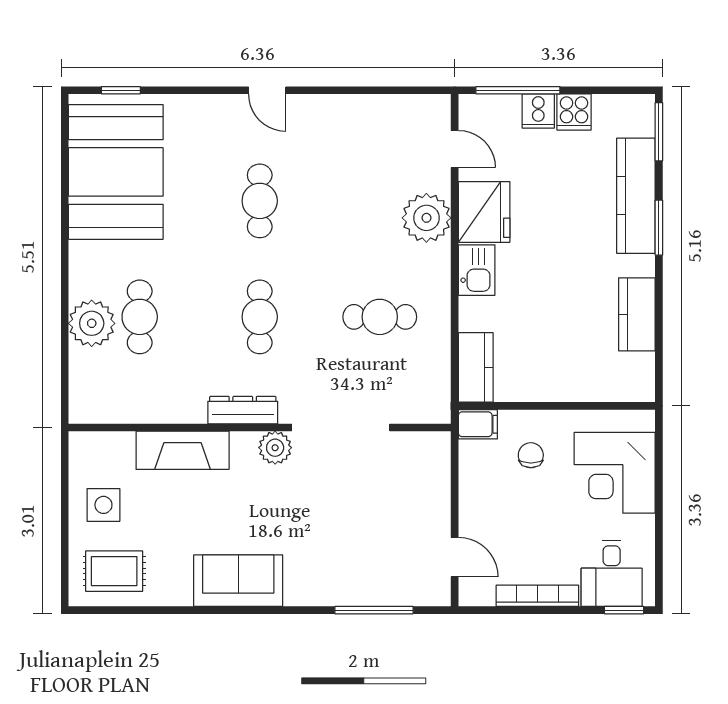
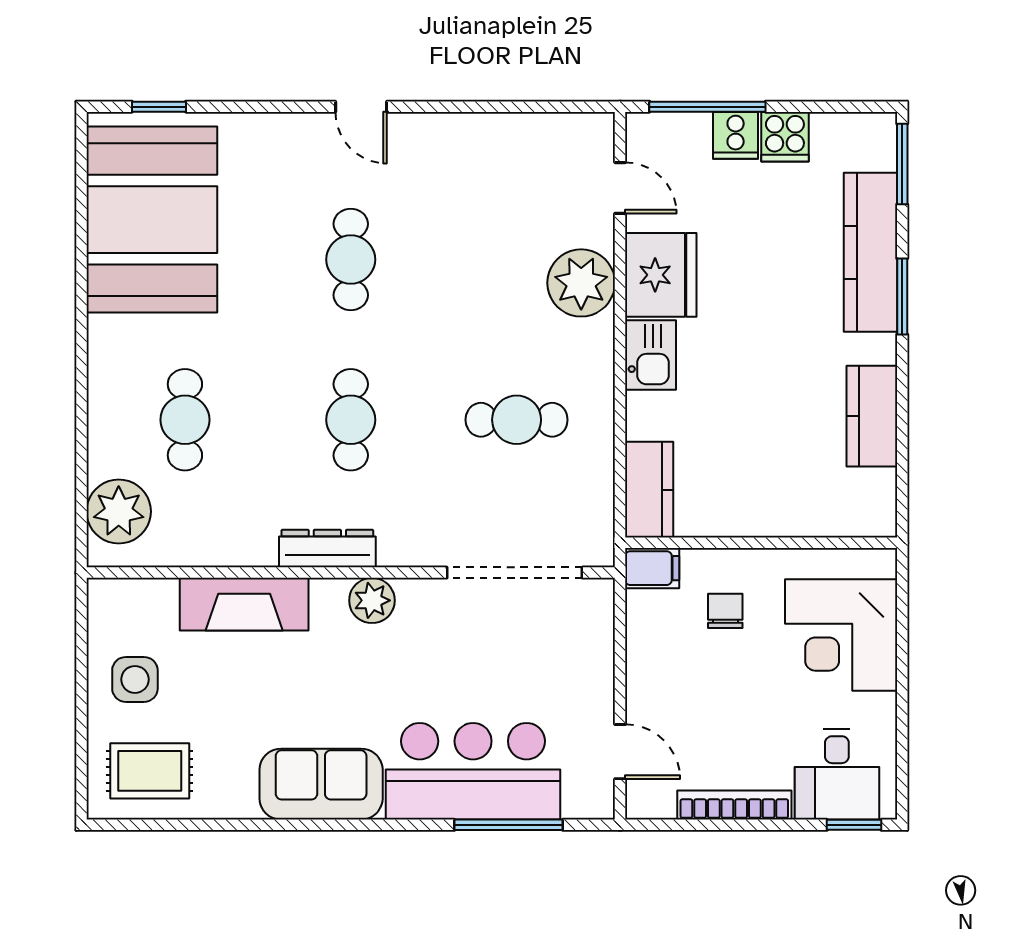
plant: (92, 323) -> (119, 511), moved
doorway: (341, 428) -> (514, 573), moved
bar counter: (348, 571) -> (473, 771), added

